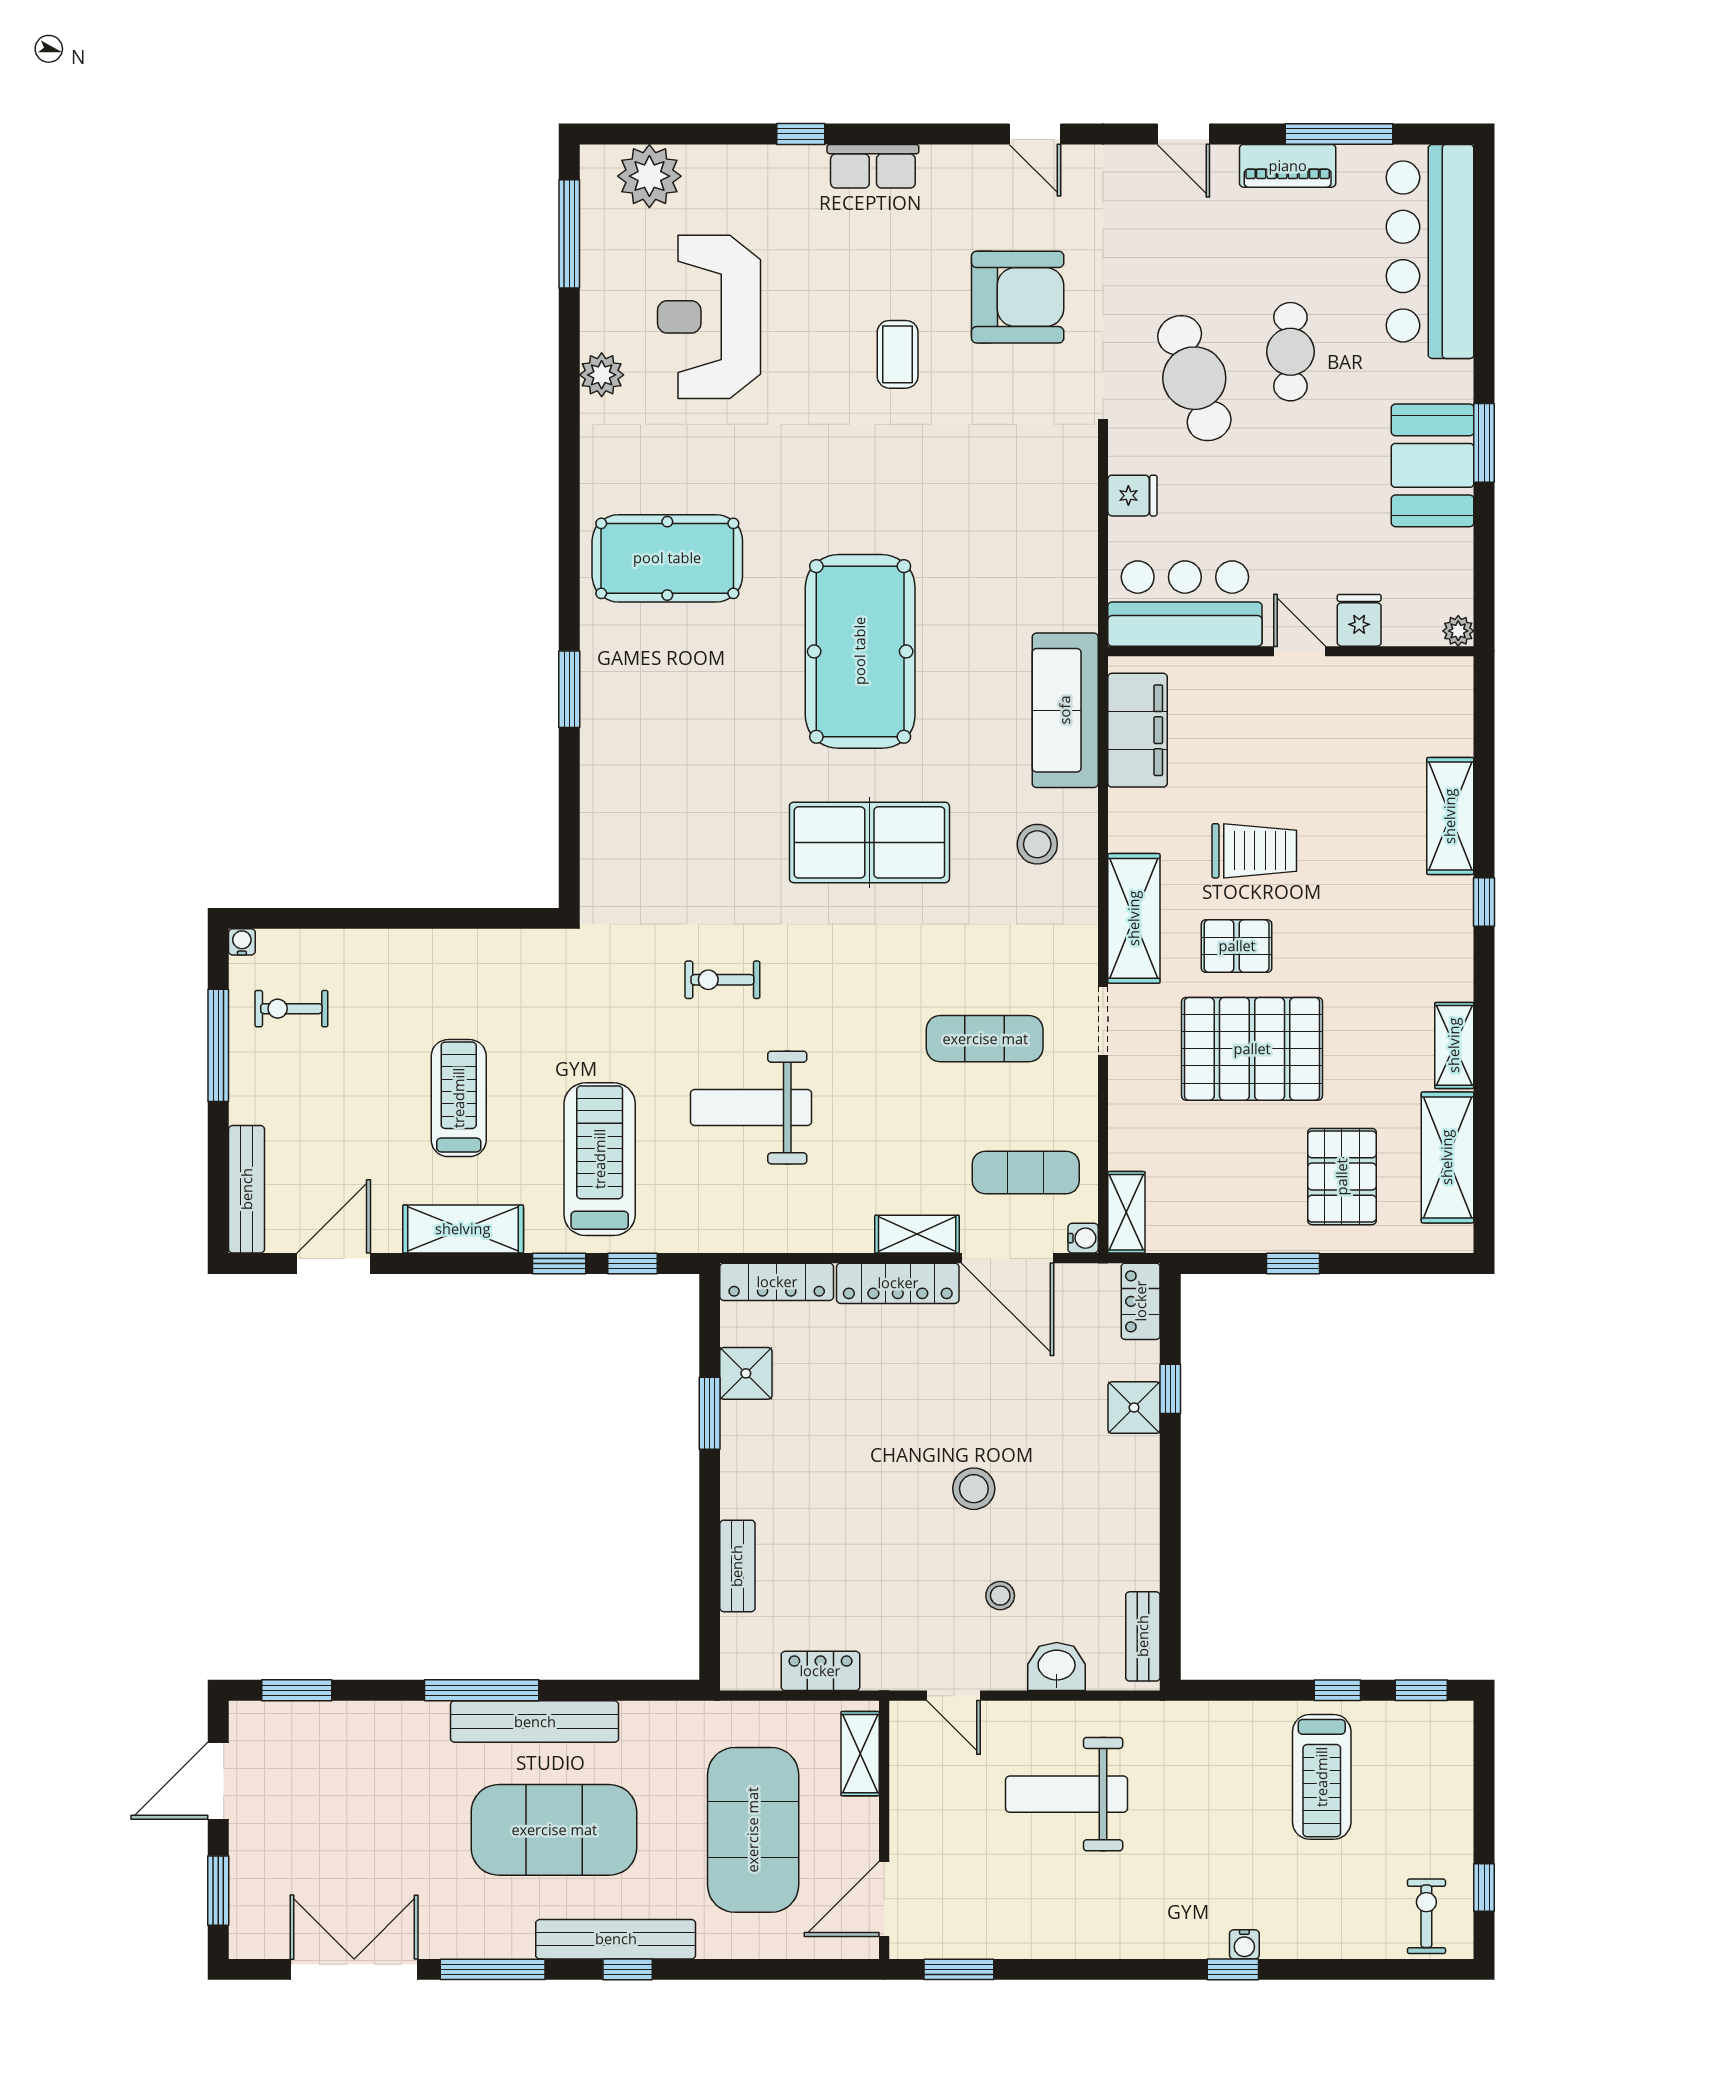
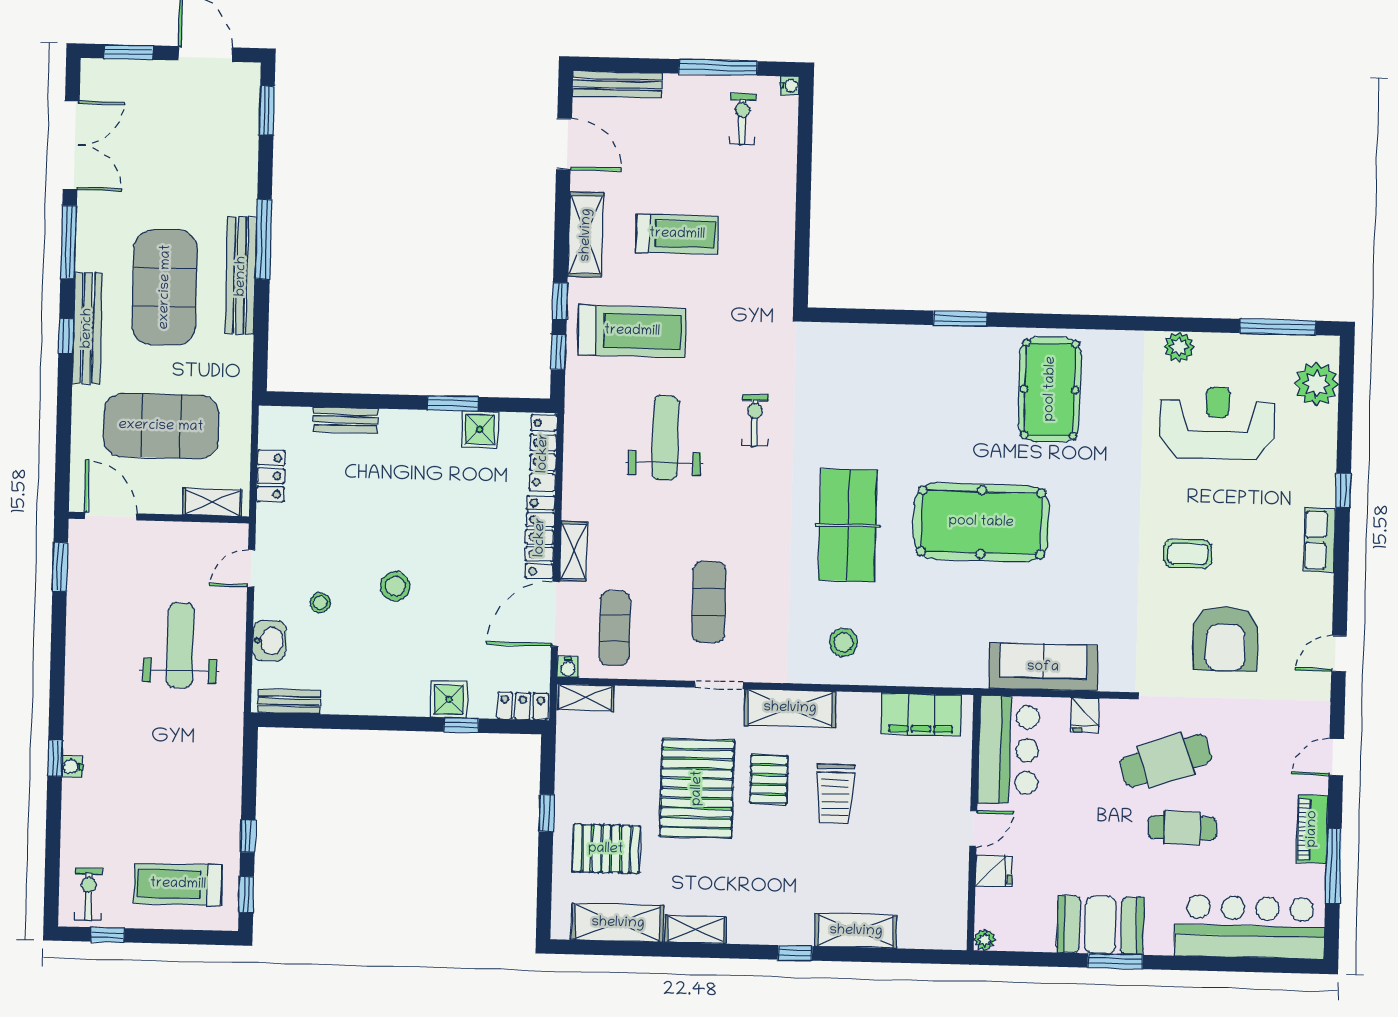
sofa: (1065, 710) -> (1043, 667), moved
treadmill: (1322, 1777) -> (178, 884), moved
exercise bike: (1426, 1916) -> (89, 894), turned -90

